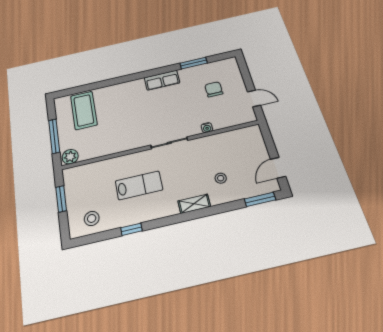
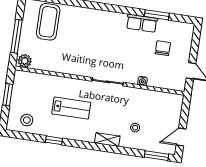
row of seats: (162, 80) -> (142, 23), moved

